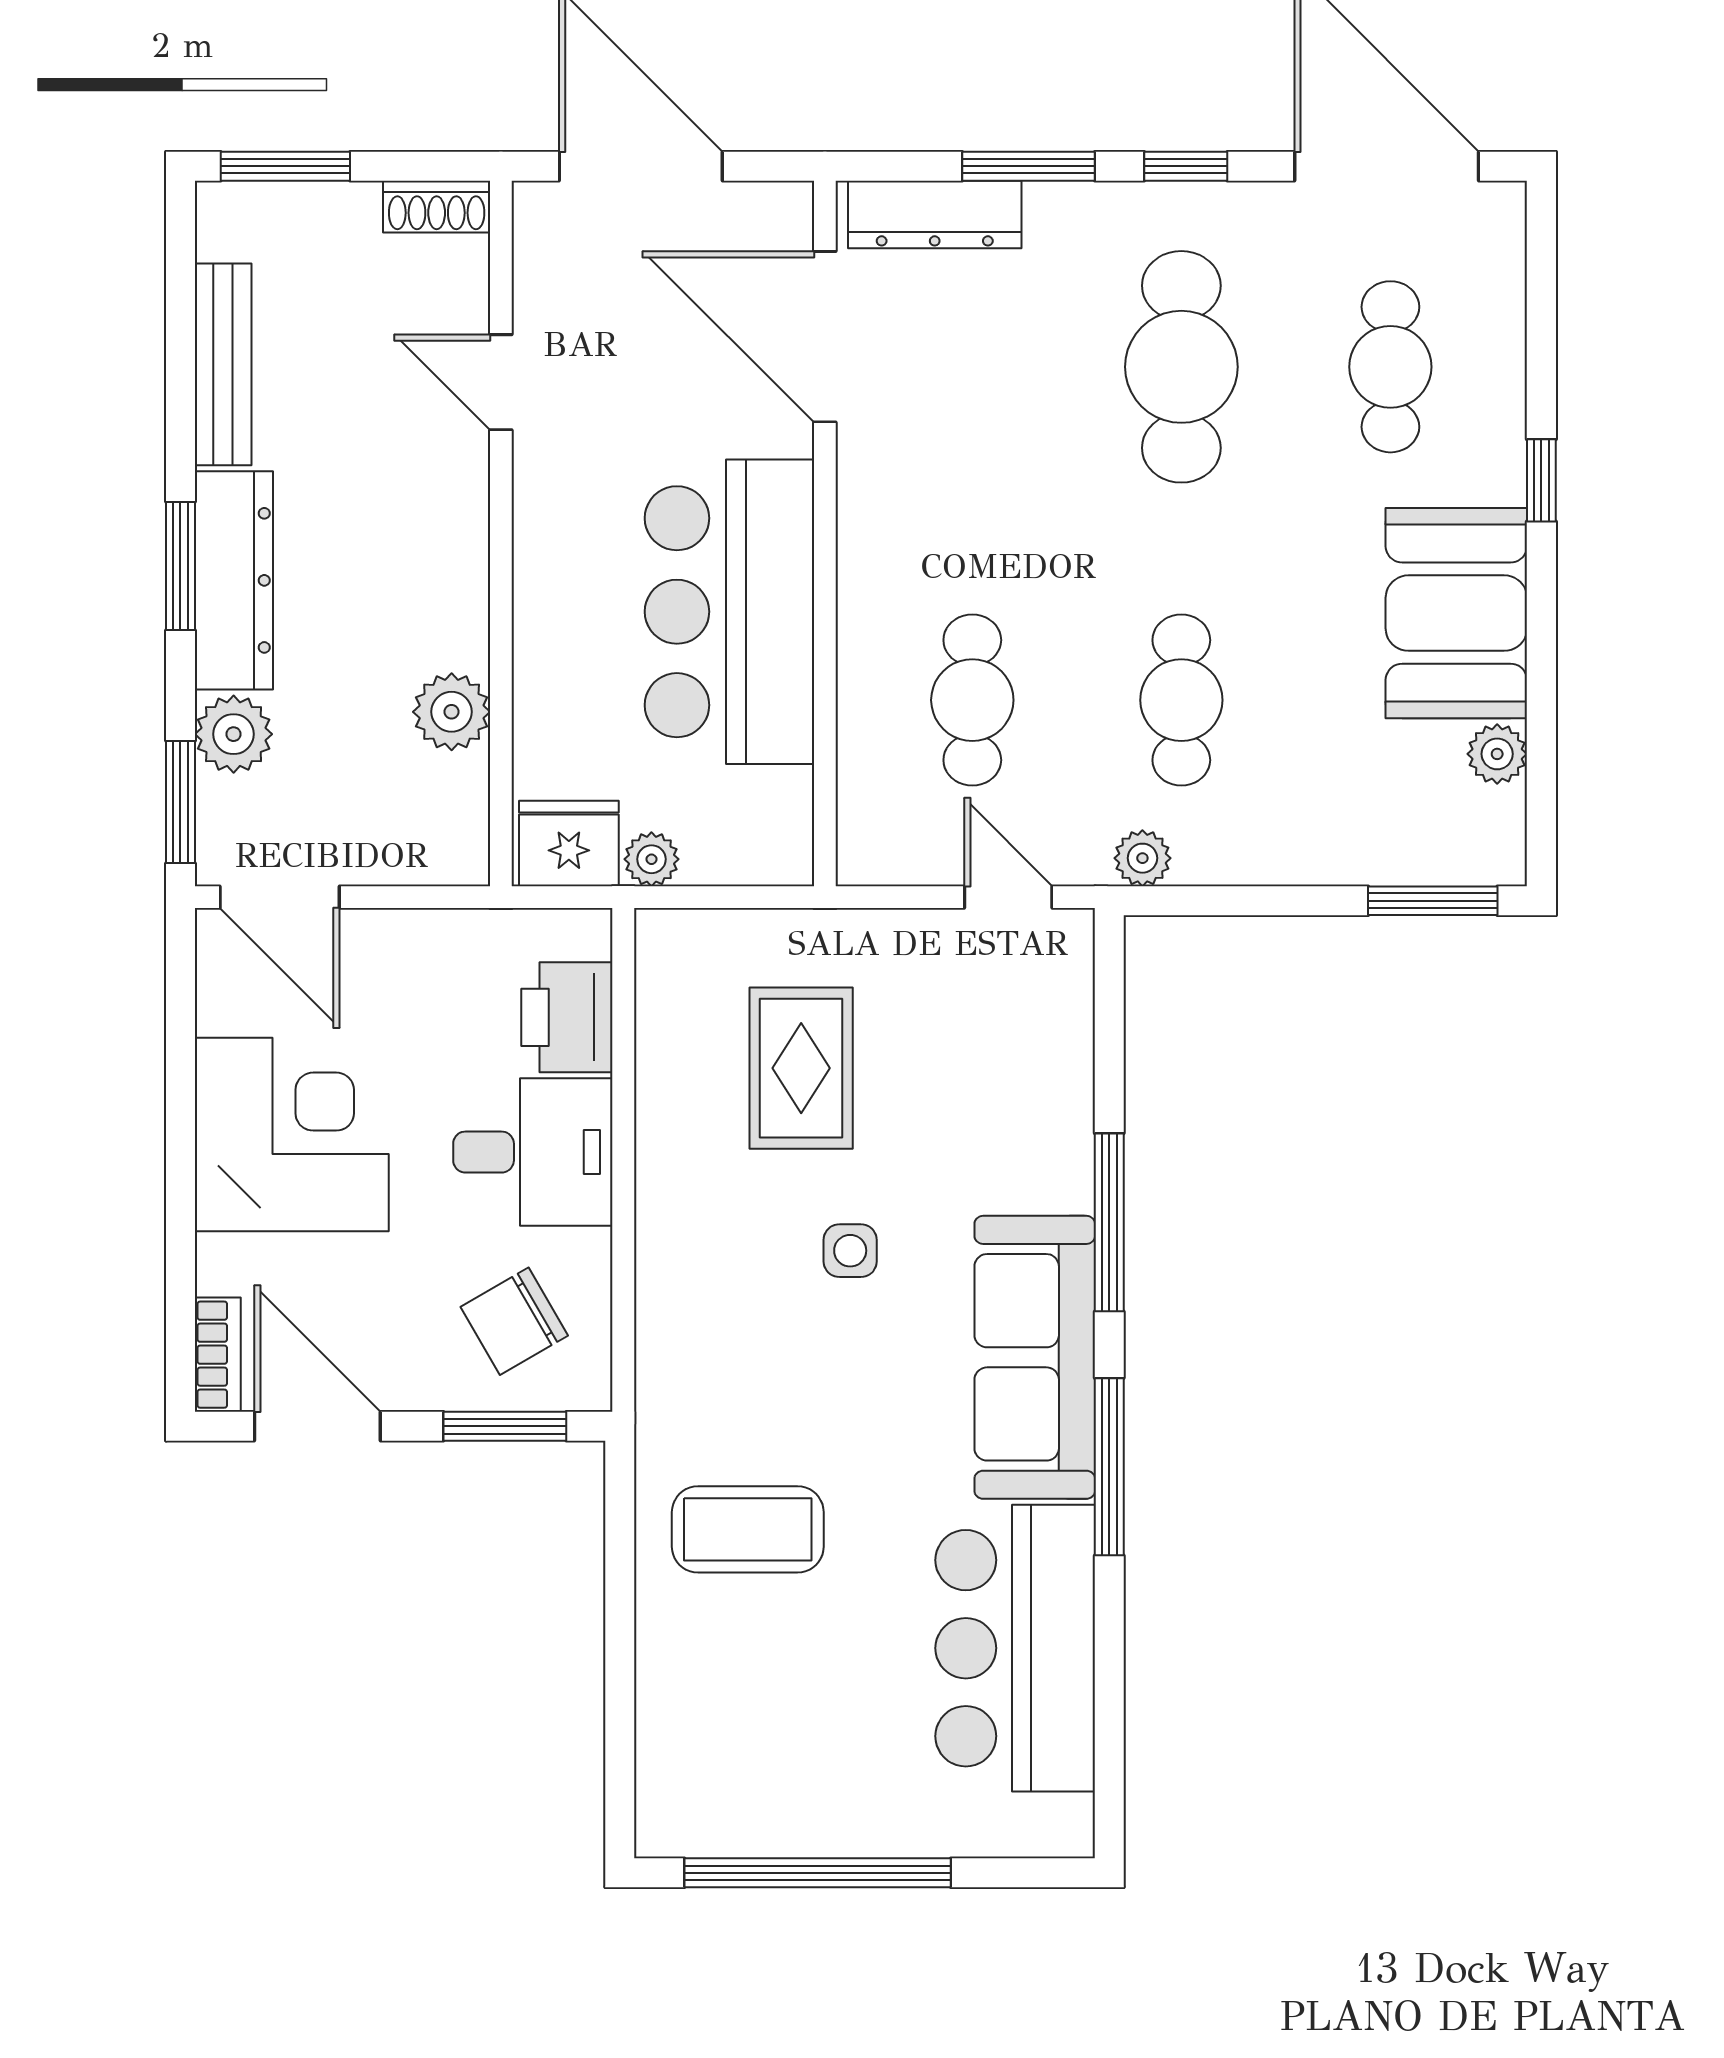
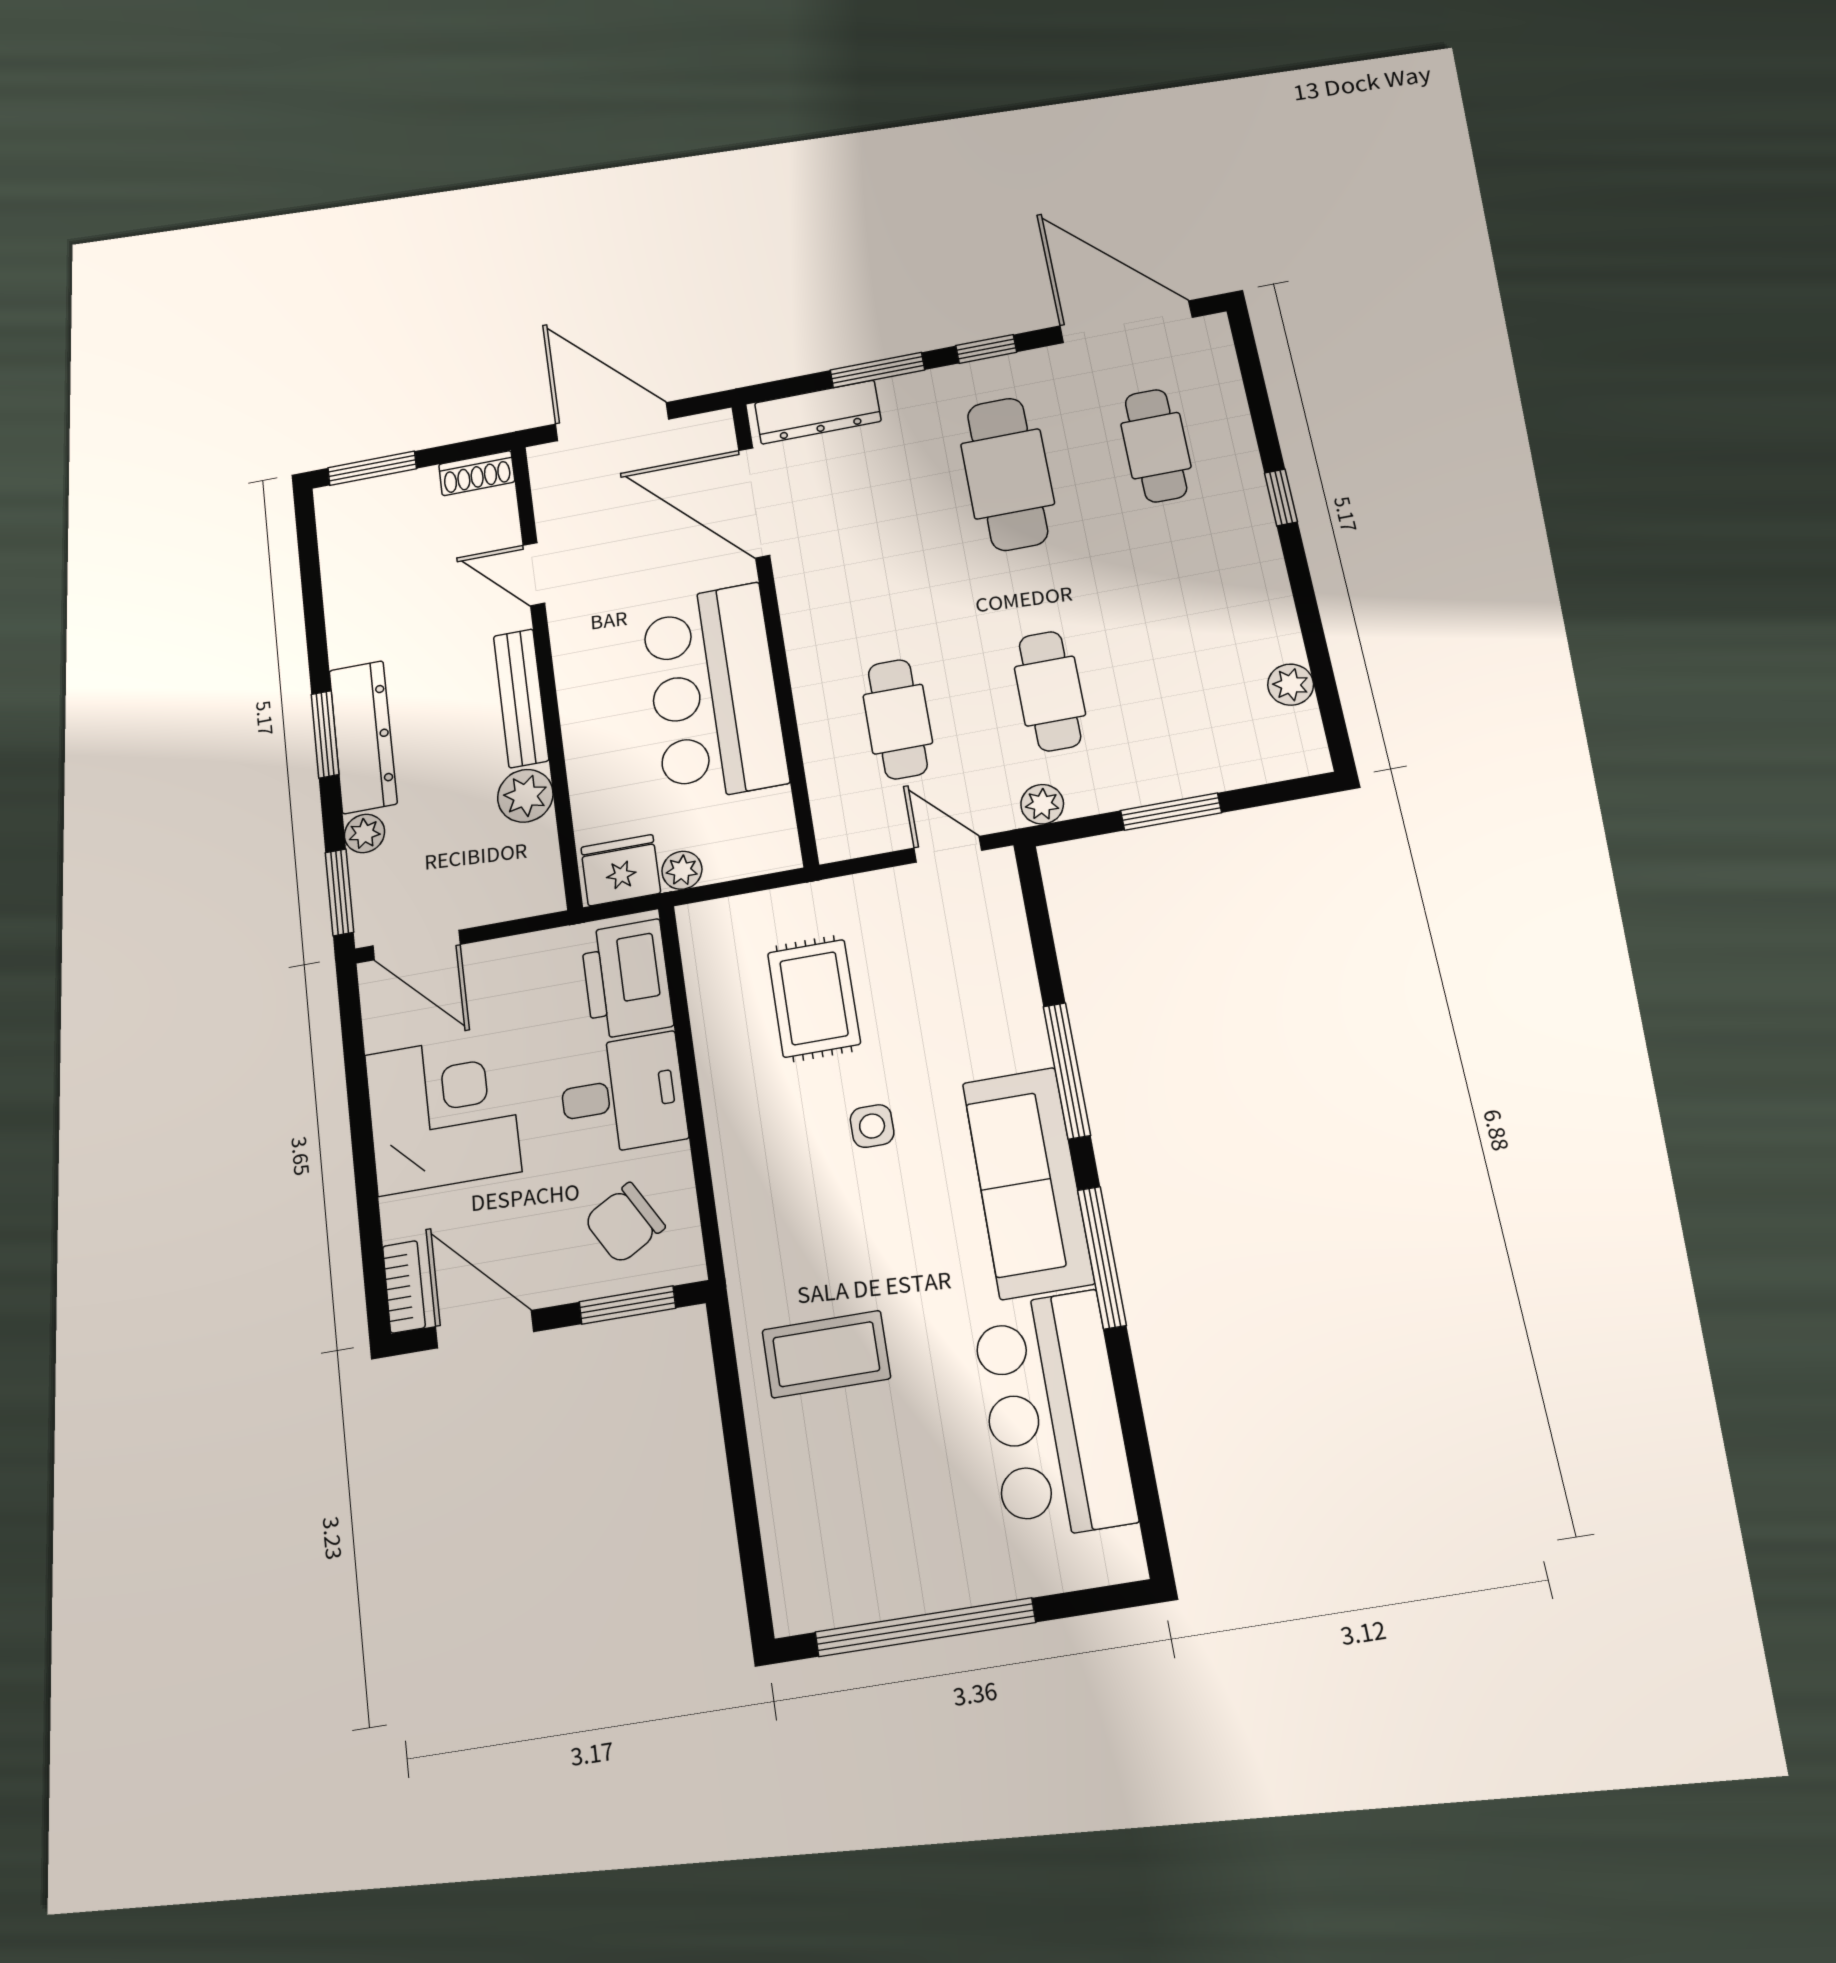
bench: (223, 364) -> (521, 698), moved
booth: (1456, 613) -> (1239, 596), removed
plant: (234, 734) -> (365, 833), width x0.73, depth x0.73
window: (1433, 901) -> (1171, 812), moved
printer: (567, 1017) -> (627, 979), width x1.37, depth x1.19

